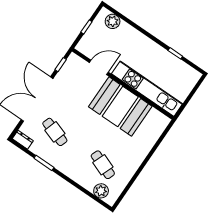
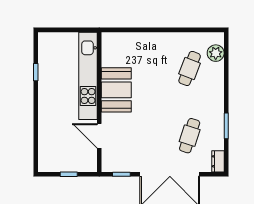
plant: (113, 21) -> (46, 153), removed
booth: (120, 107) -> (116, 90), width x0.73, depth x0.70

